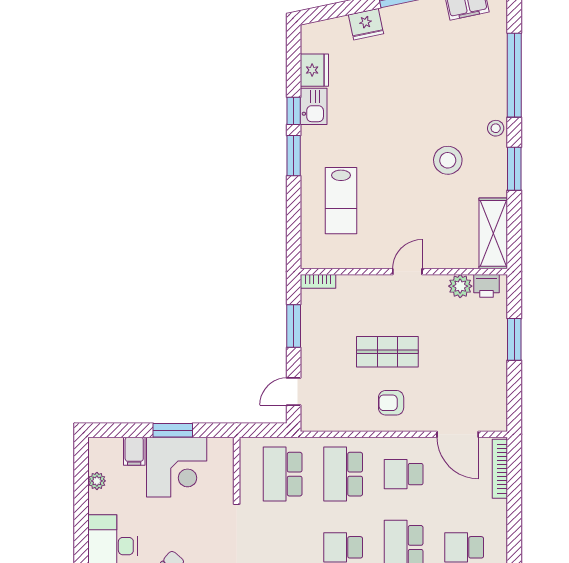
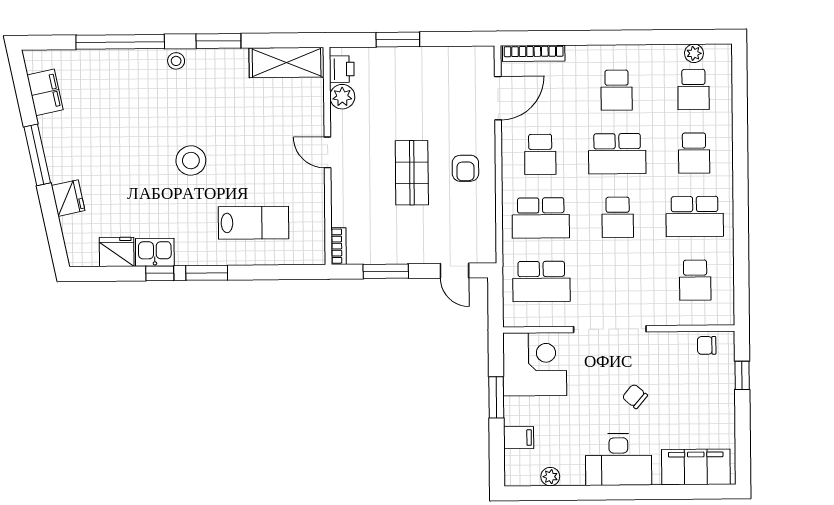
stool: (448, 160) -> (191, 161), moved
corner desk: (177, 467) -> (535, 364), moved

